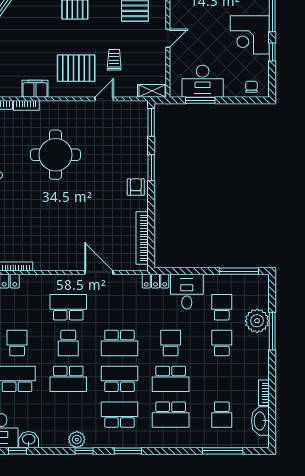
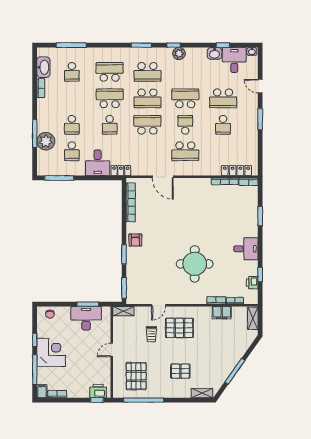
filing cabinet: (35, 89) -> (222, 313), moved
school desk: (222, 415) -> (72, 72), turned 180

